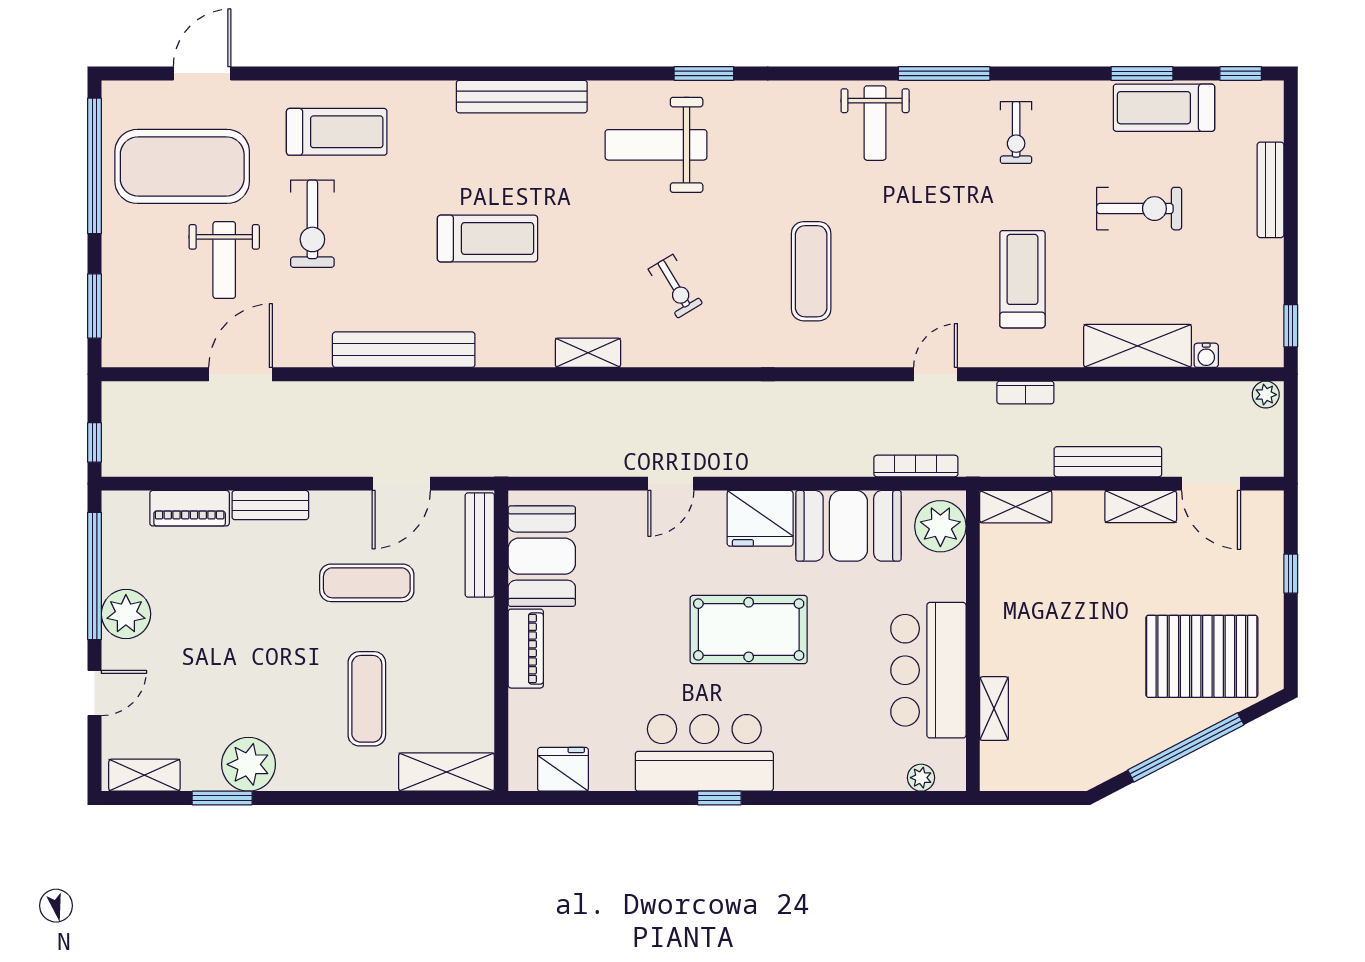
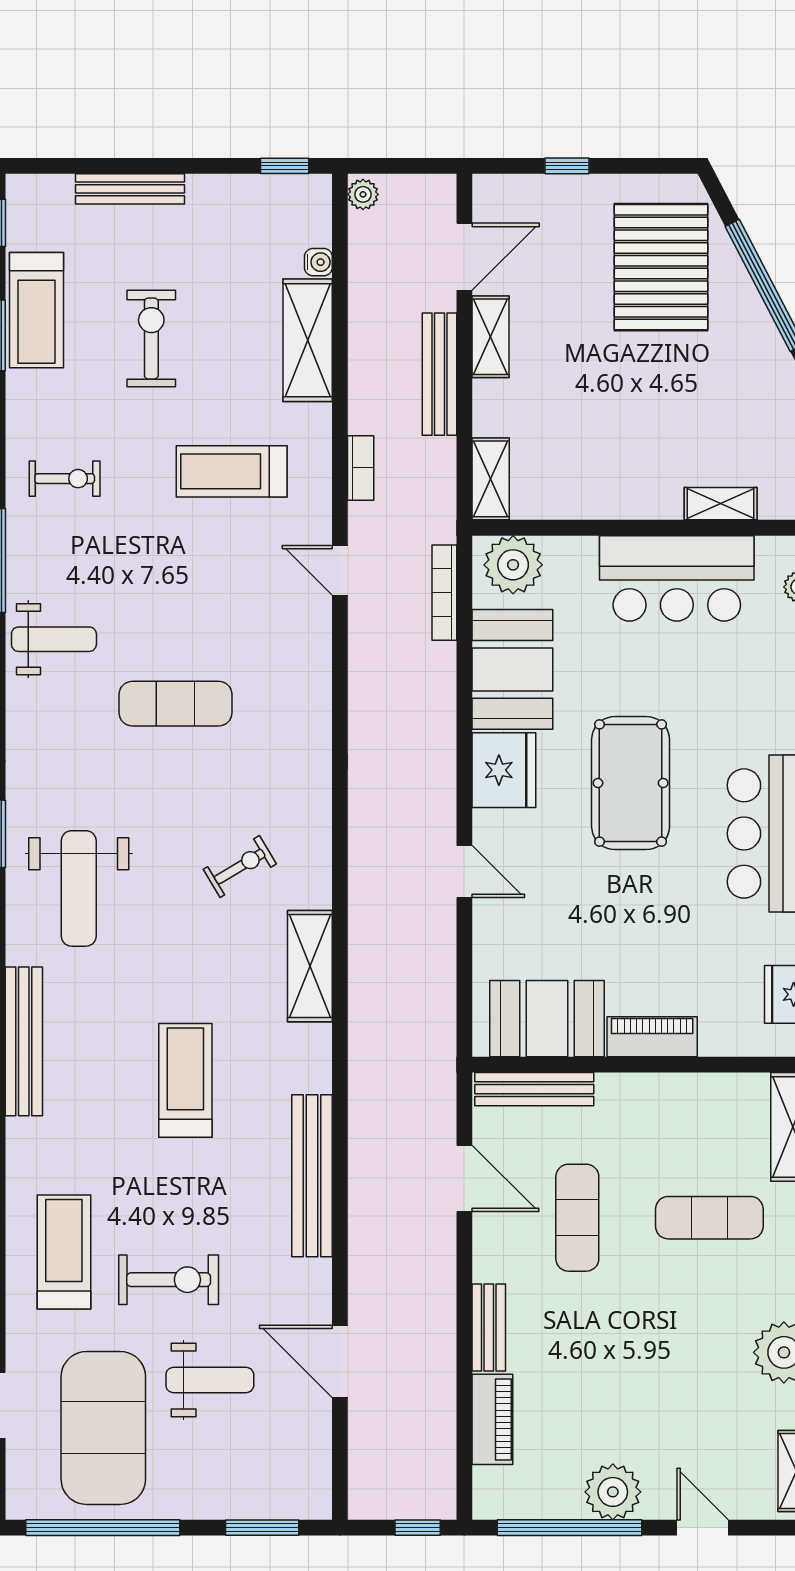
exercise mat: (811, 271) -> (175, 704), moved
shelving: (588, 353) -> (310, 966), width x1.50, depth x1.33

